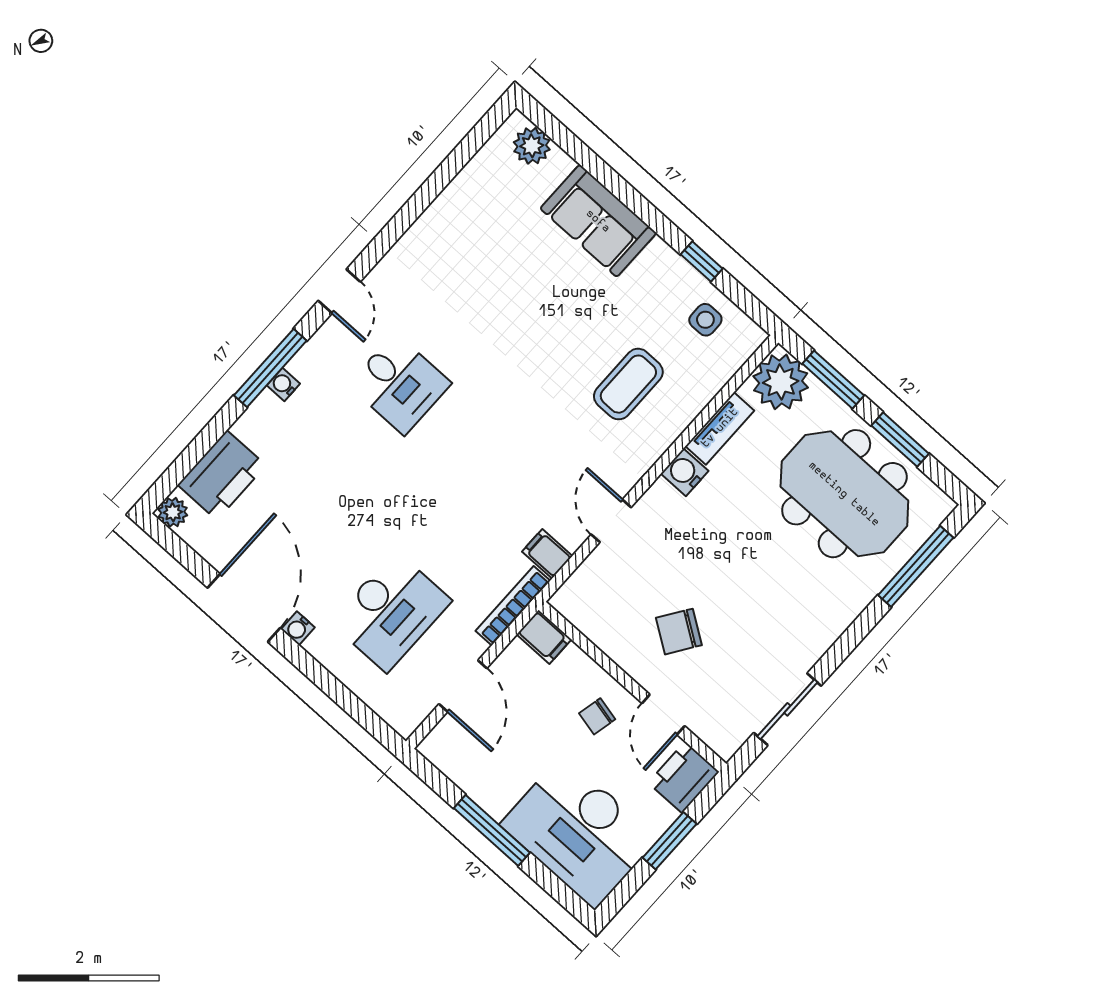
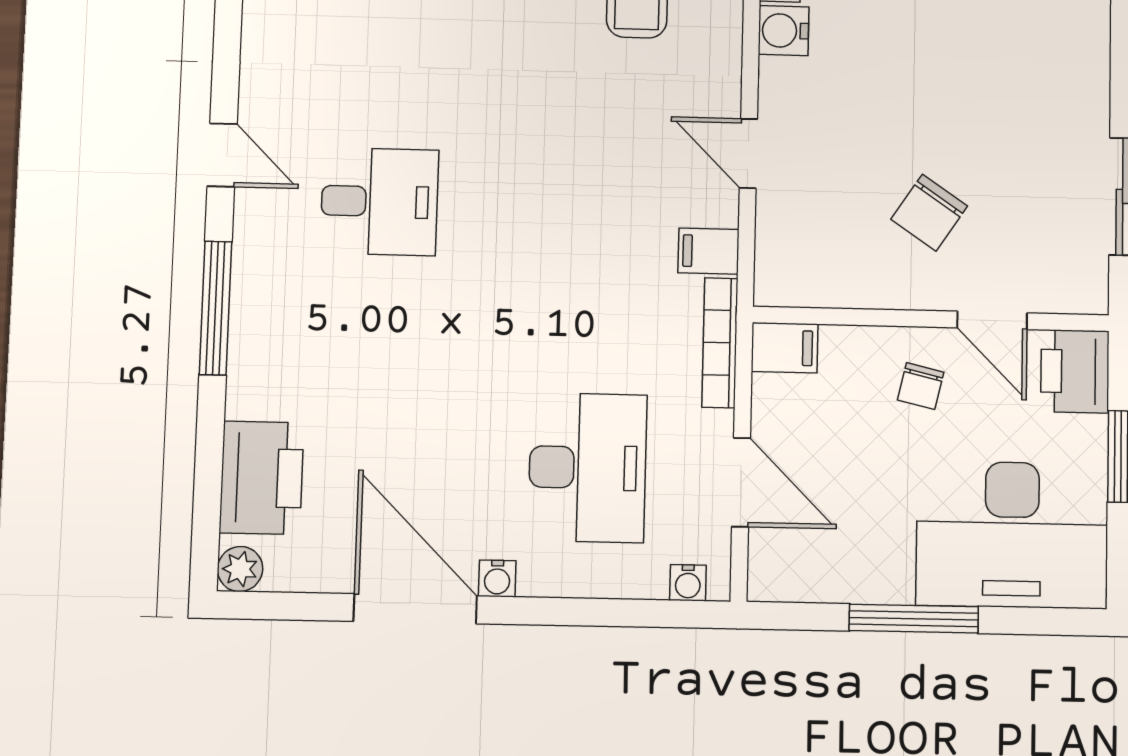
water cooler: (283, 385) -> (688, 583), moved, turned -90

